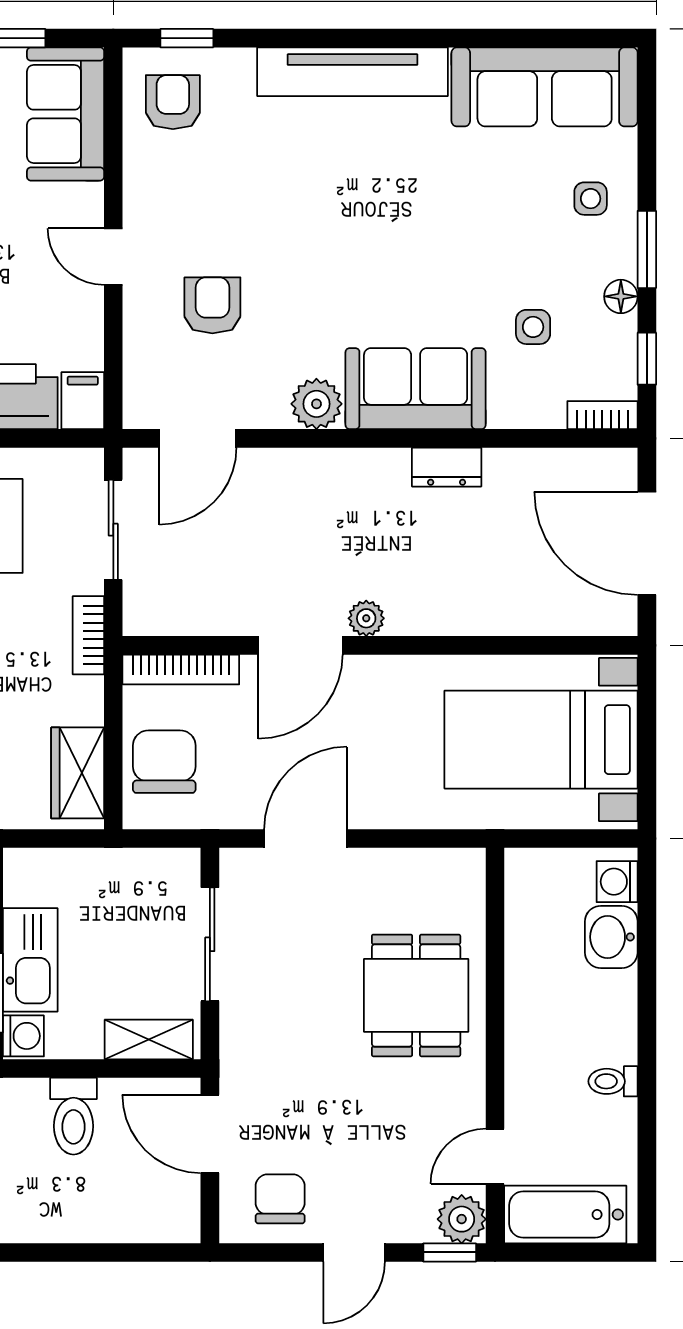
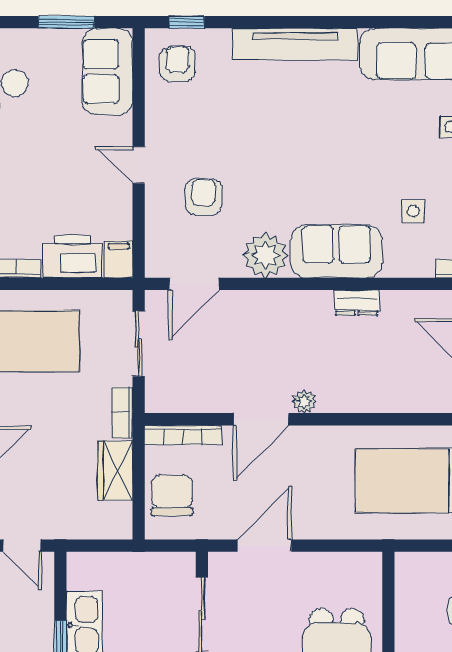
plant: (316, 404) -> (266, 255), width x1.36, depth x1.36
wardrobe: (78, 773) -> (115, 470), moved

